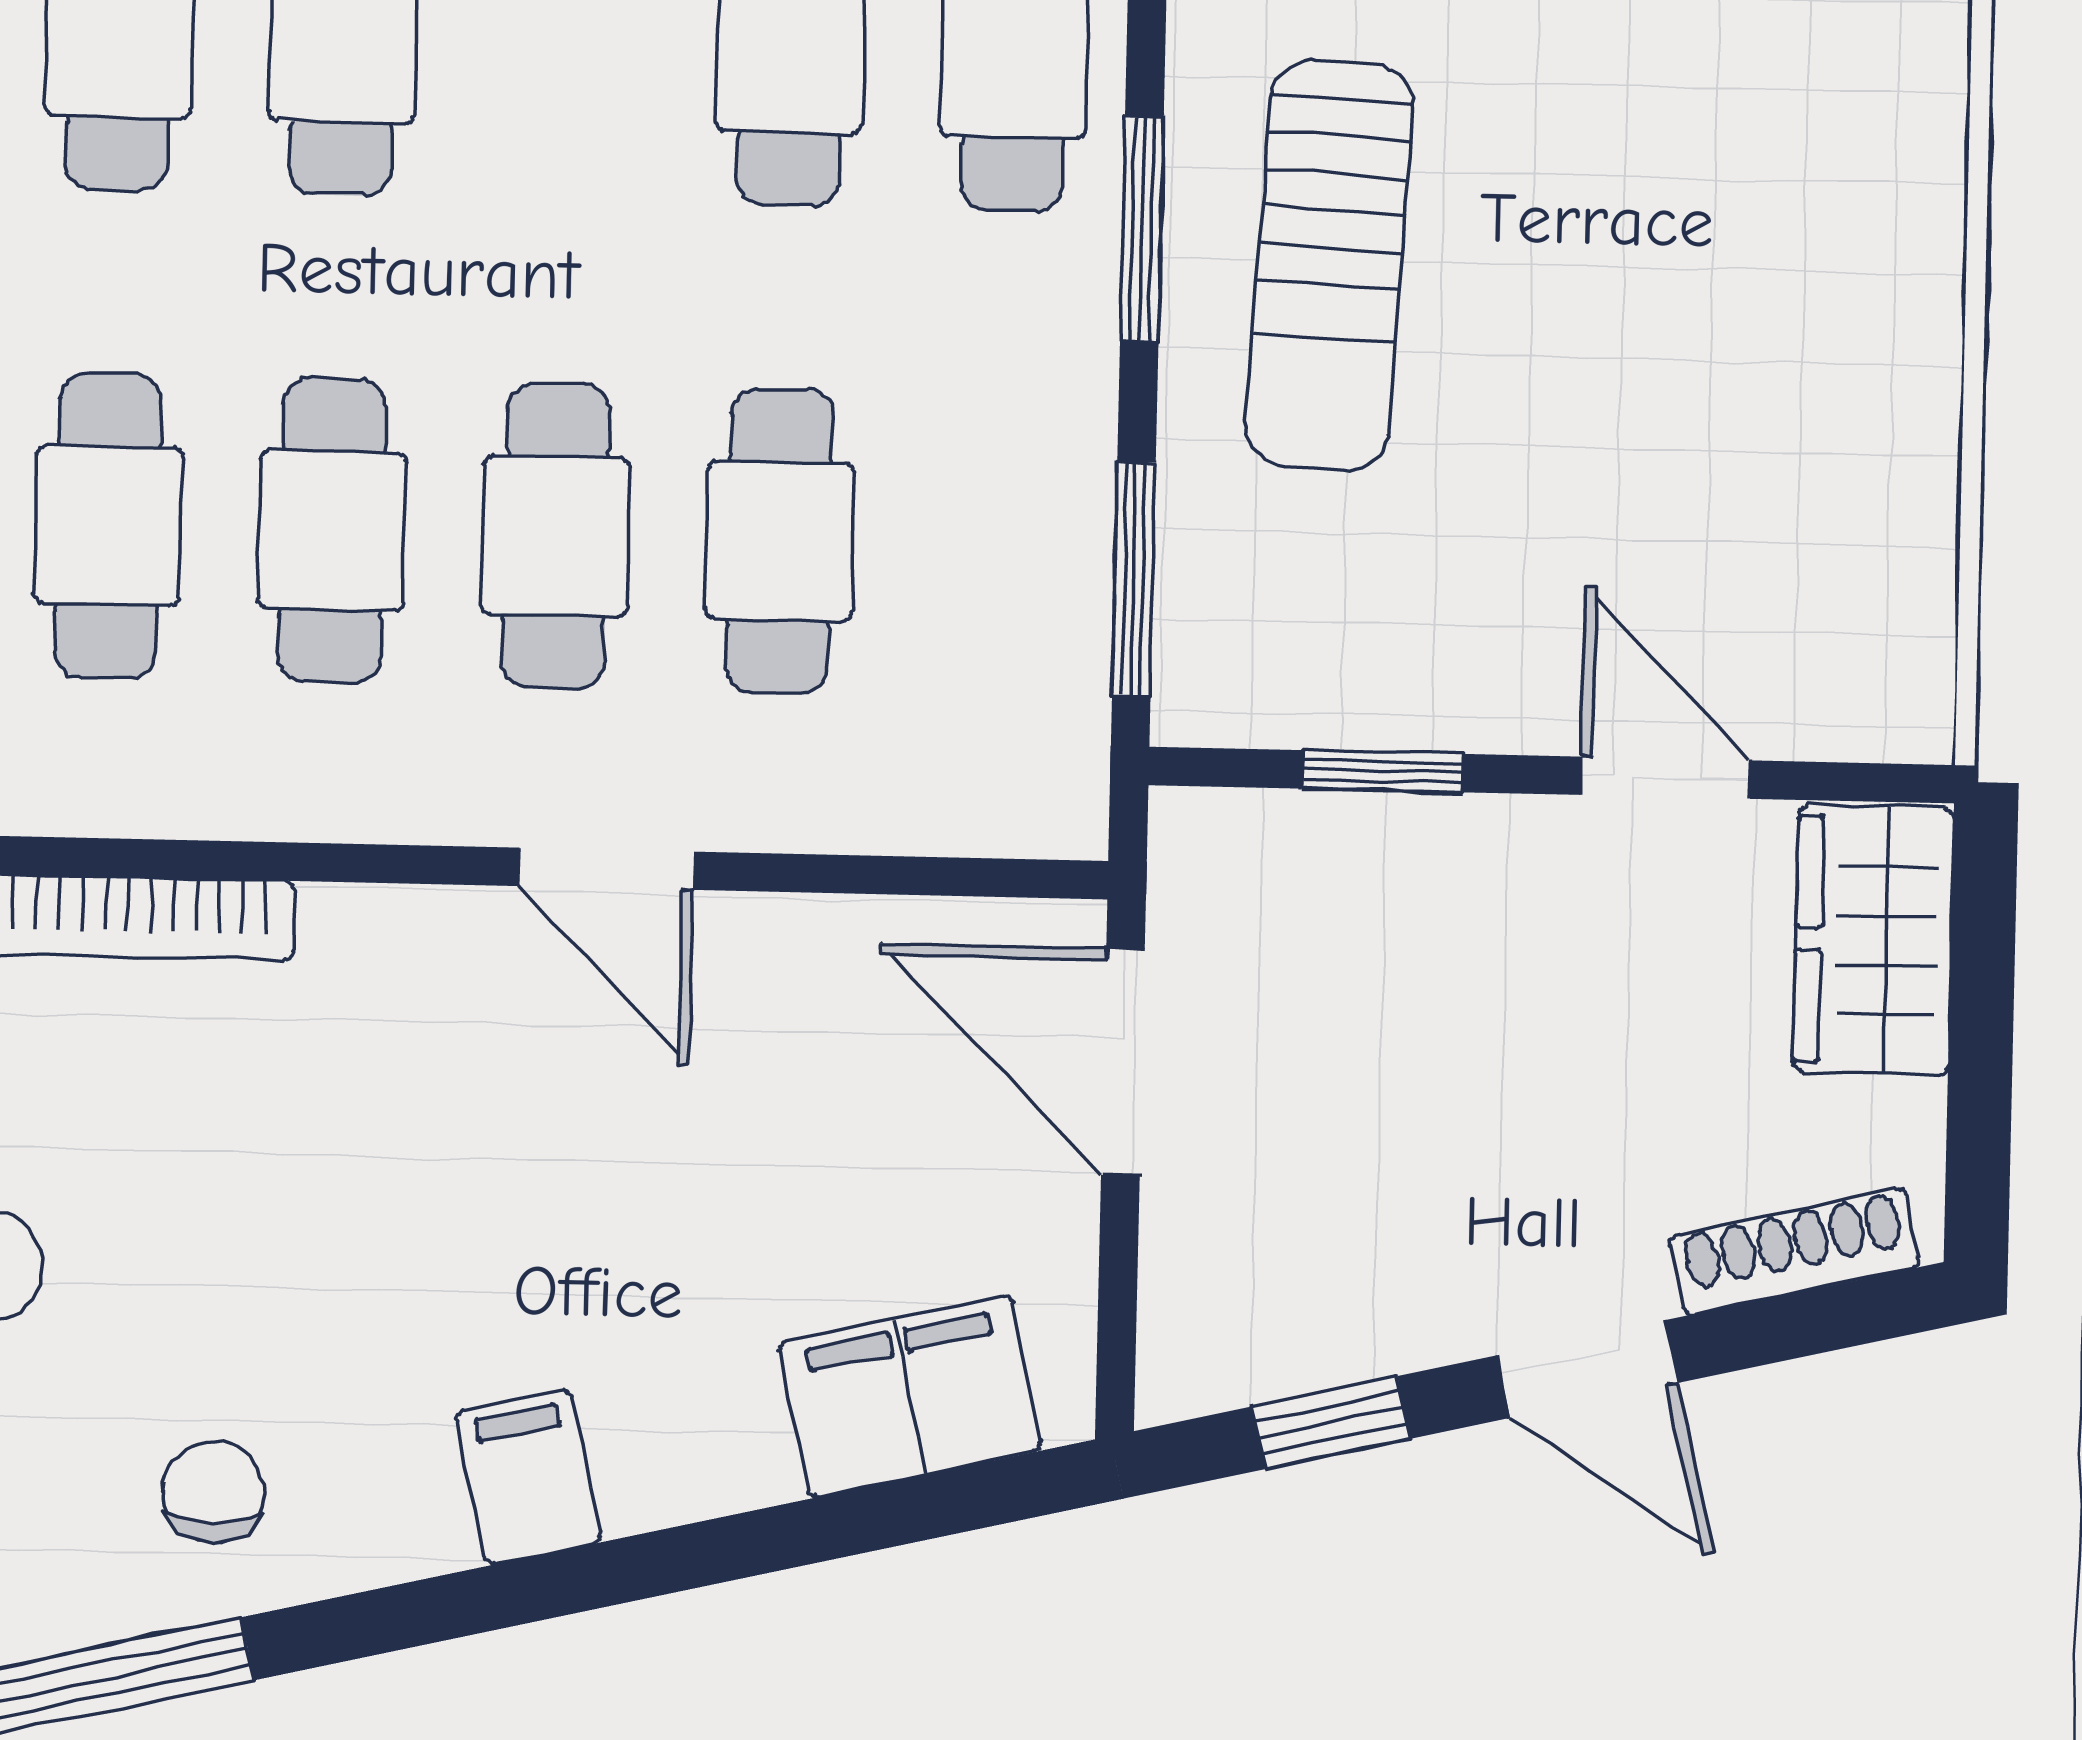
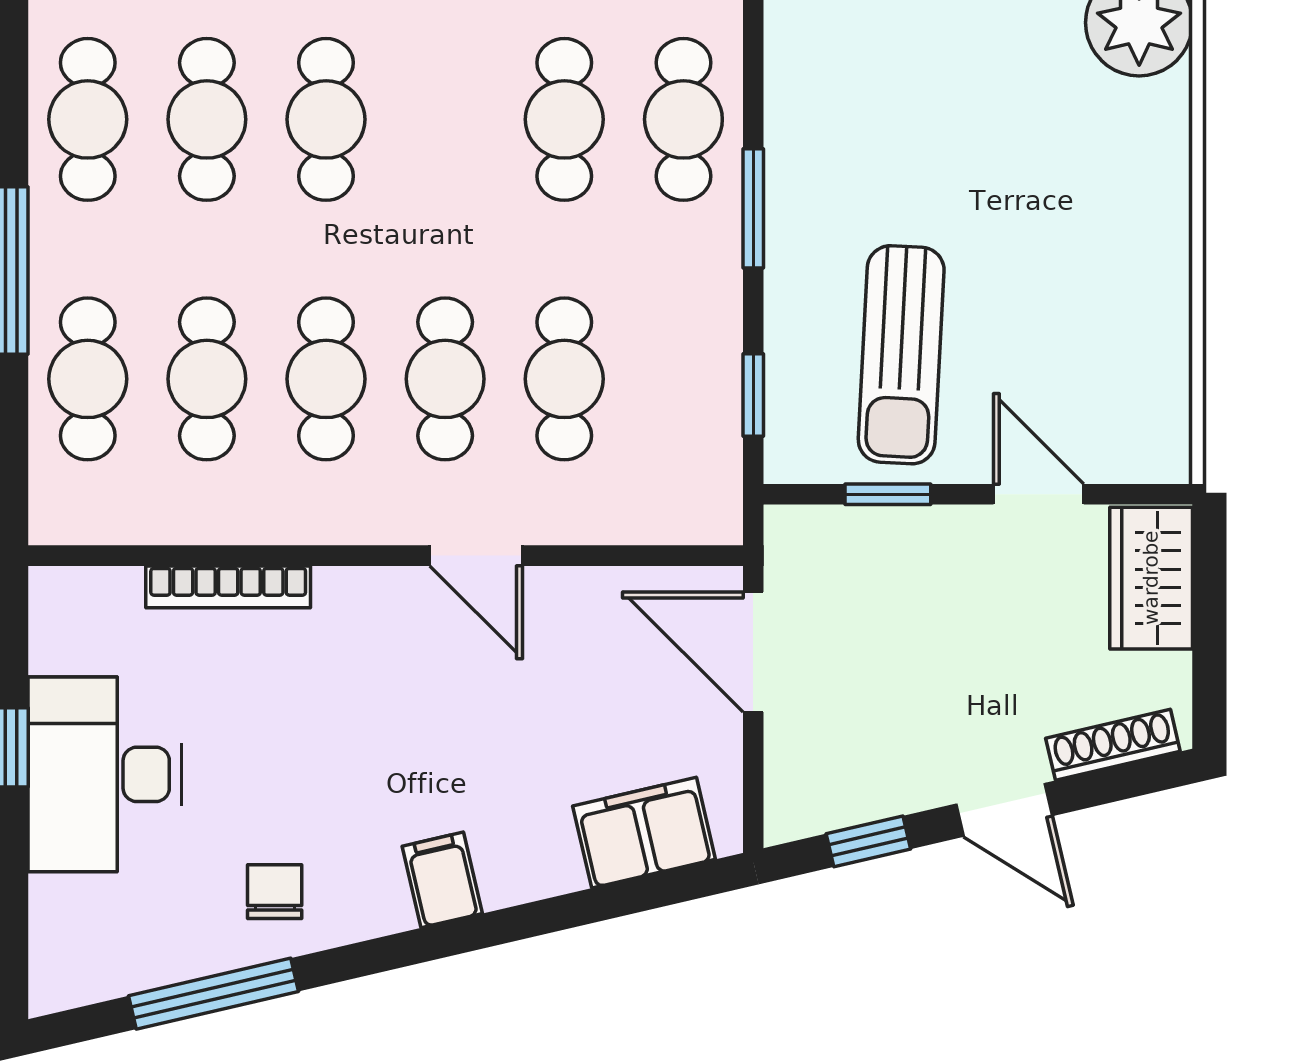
sun lounger: (1330, 265) -> (901, 355), moved
window: (1134, 579) -> (753, 395), width x0.67

